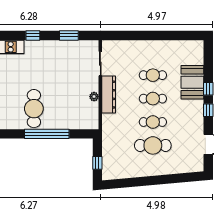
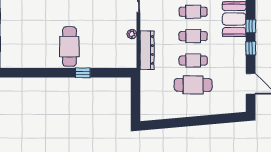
dresser: (109, 95) -> (147, 50), moved
window: (47, 134) -> (83, 73), width x0.32
window: (97, 163) -> (136, 103), removed

